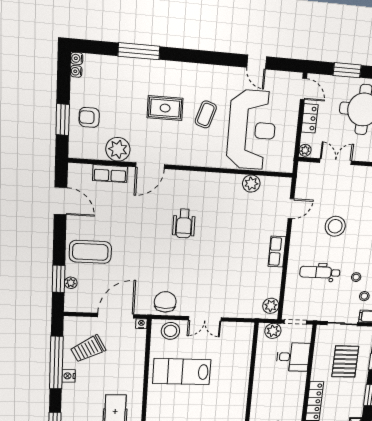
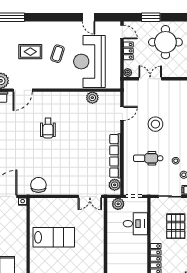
reception desk: (252, 130) -> (89, 62), turned 180
row of seats: (277, 252) -> (115, 156), width x2.02
double door: (205, 319) -> (90, 196), moved
stool: (170, 331) -> (44, 206), removed
lab bench: (182, 372) -> (54, 237), turned 180

